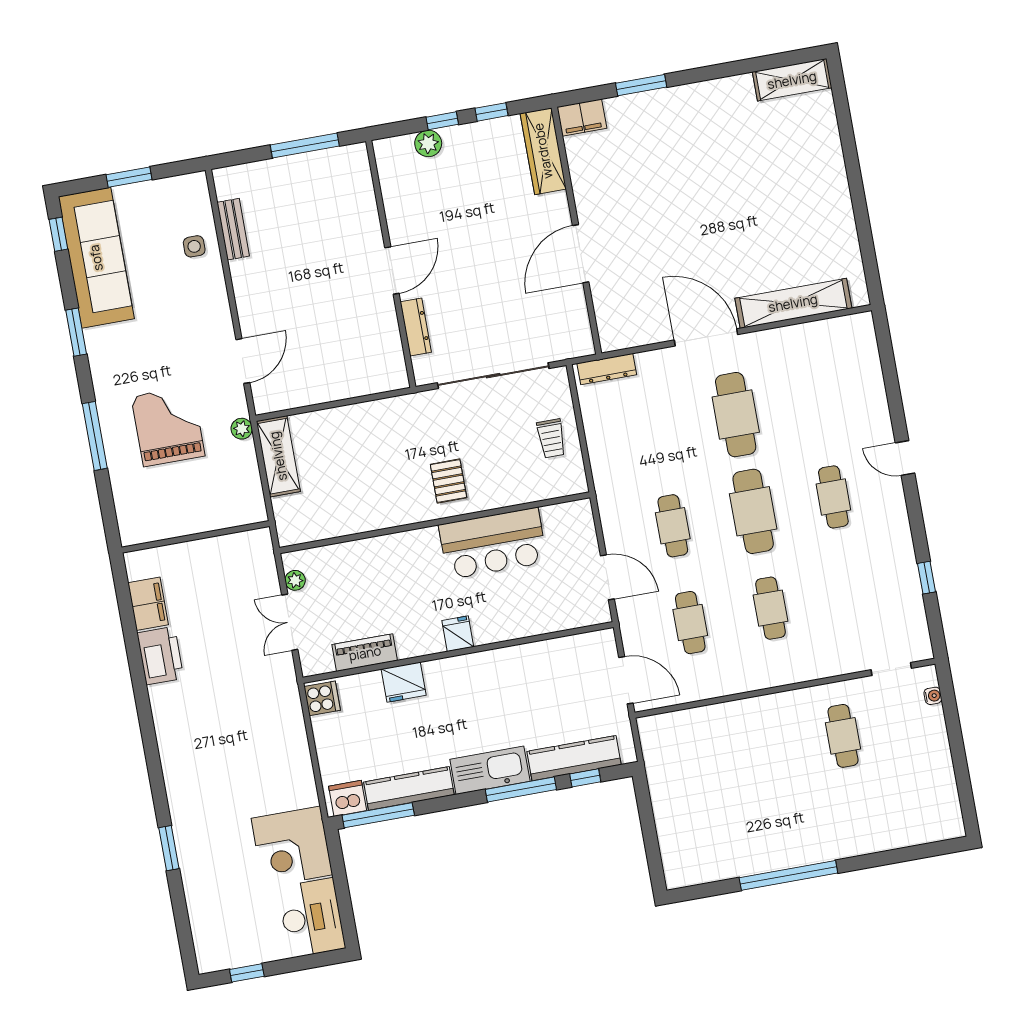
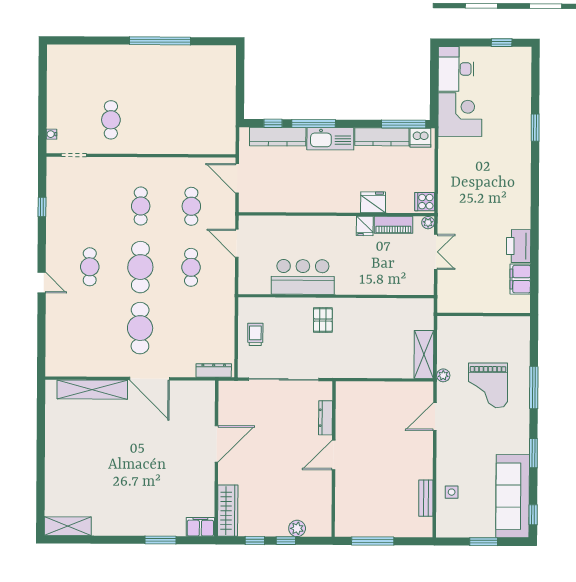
plant: (295, 580) -> (428, 223), moved
fridge: (458, 634) -> (365, 226), moved

